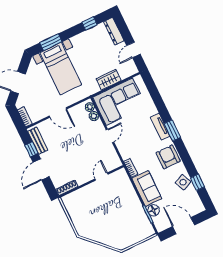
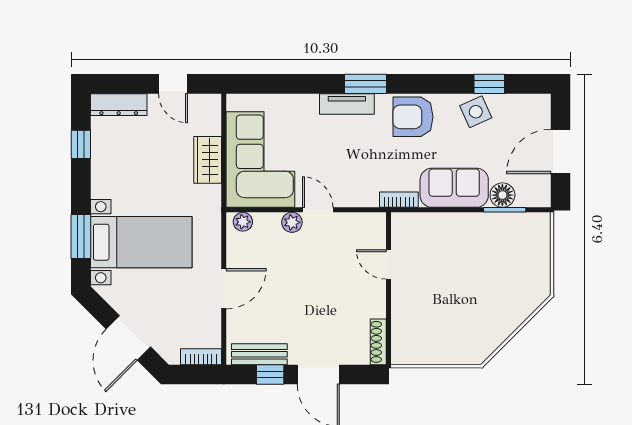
plant: (94, 116) -> (292, 222), moved

